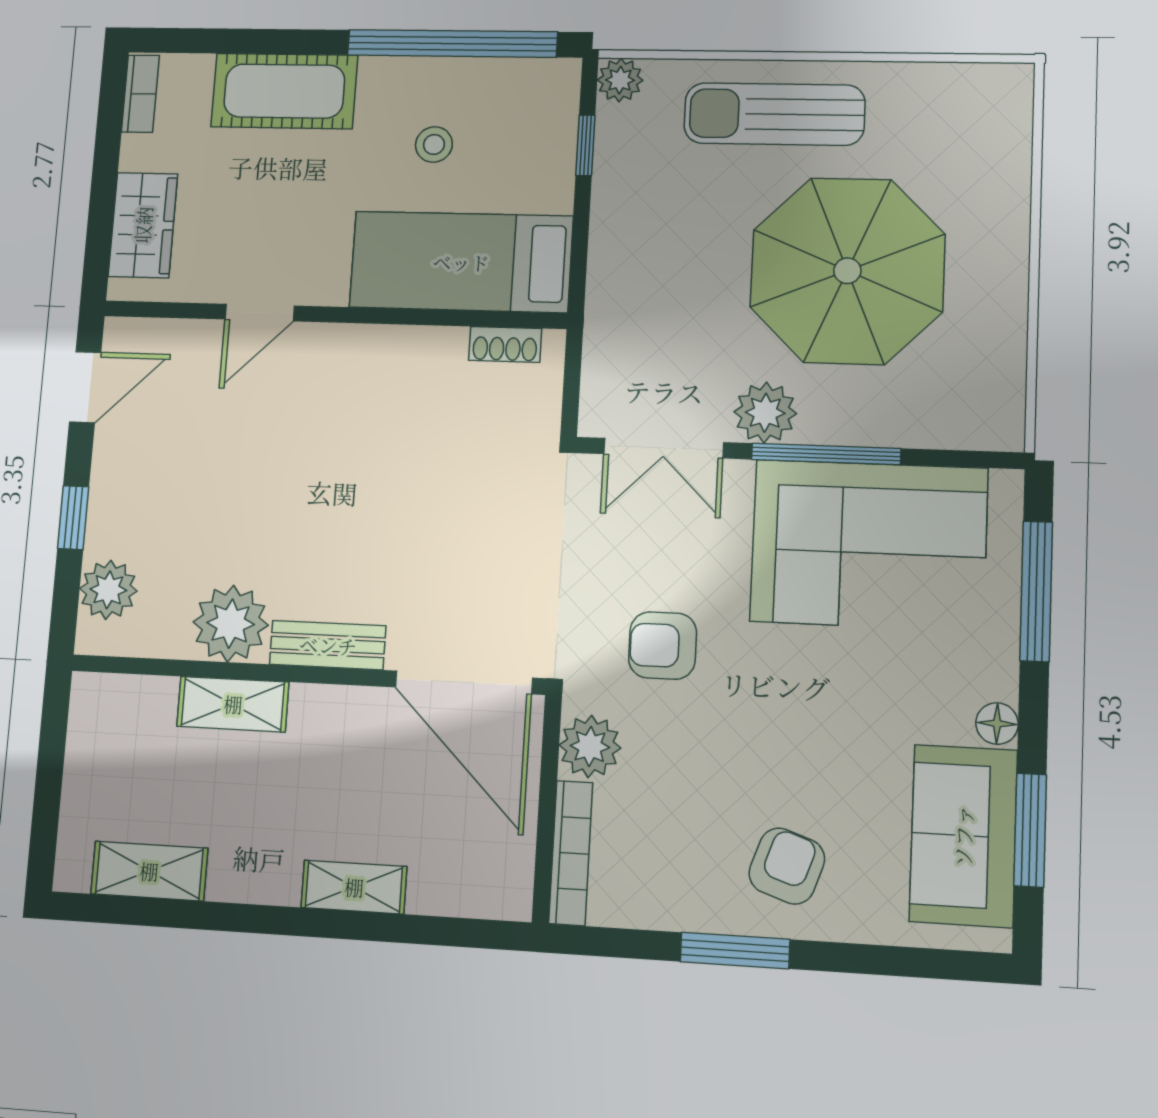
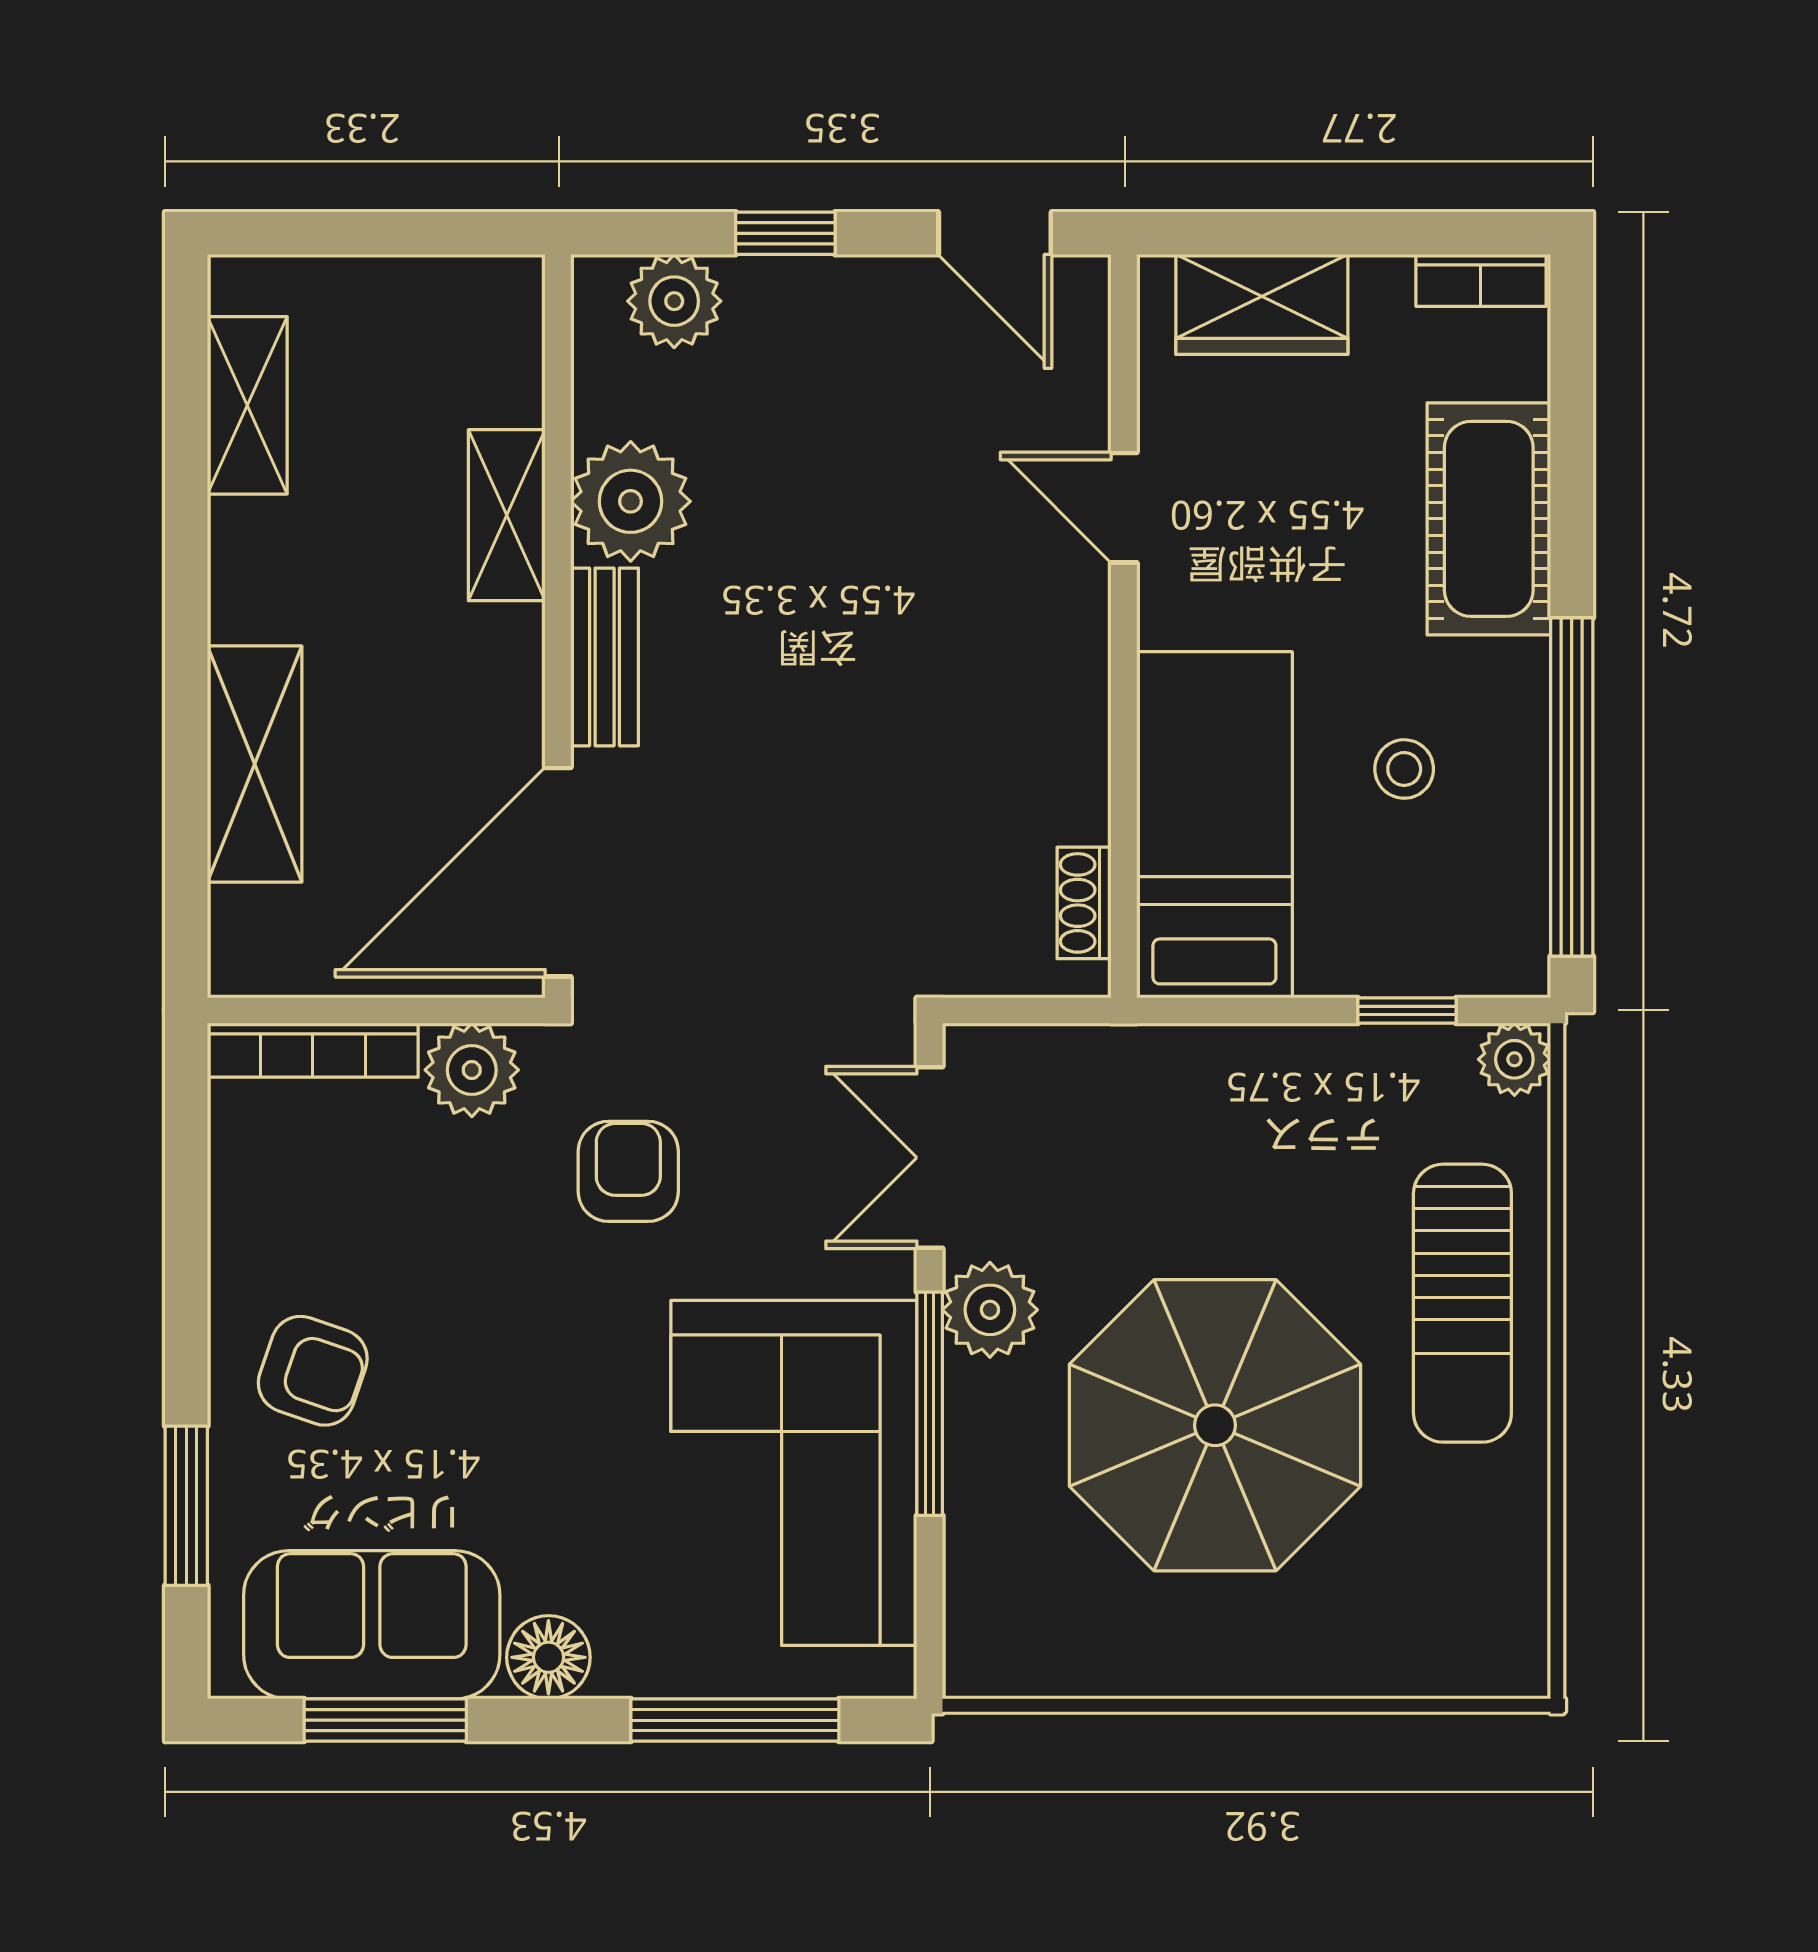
sun lounger: (774, 114) -> (1462, 1303), turned 180
floor lamp: (997, 724) -> (548, 1657), width x1.37, depth x1.37
shelving: (354, 887) -> (255, 764), width x1.50, depth x1.33
window: (735, 951) -> (186, 1506), moved

